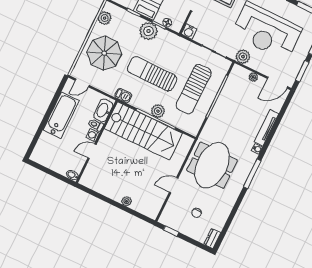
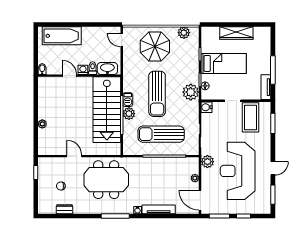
plant: (148, 31) -> (191, 92), moved
sun lounger: (152, 74) -> (157, 94), turned 180
barbecue: (123, 96) -> (128, 100), moved
bathtub: (61, 115) -> (62, 36), moved
dresser: (212, 238) -> (64, 209), moved

